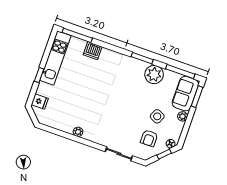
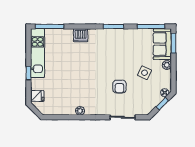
dishwasher: (93, 51) -> (81, 35), moved
plant: (154, 75) -> (129, 37), removed
armchair: (149, 138) -> (119, 87), moved

